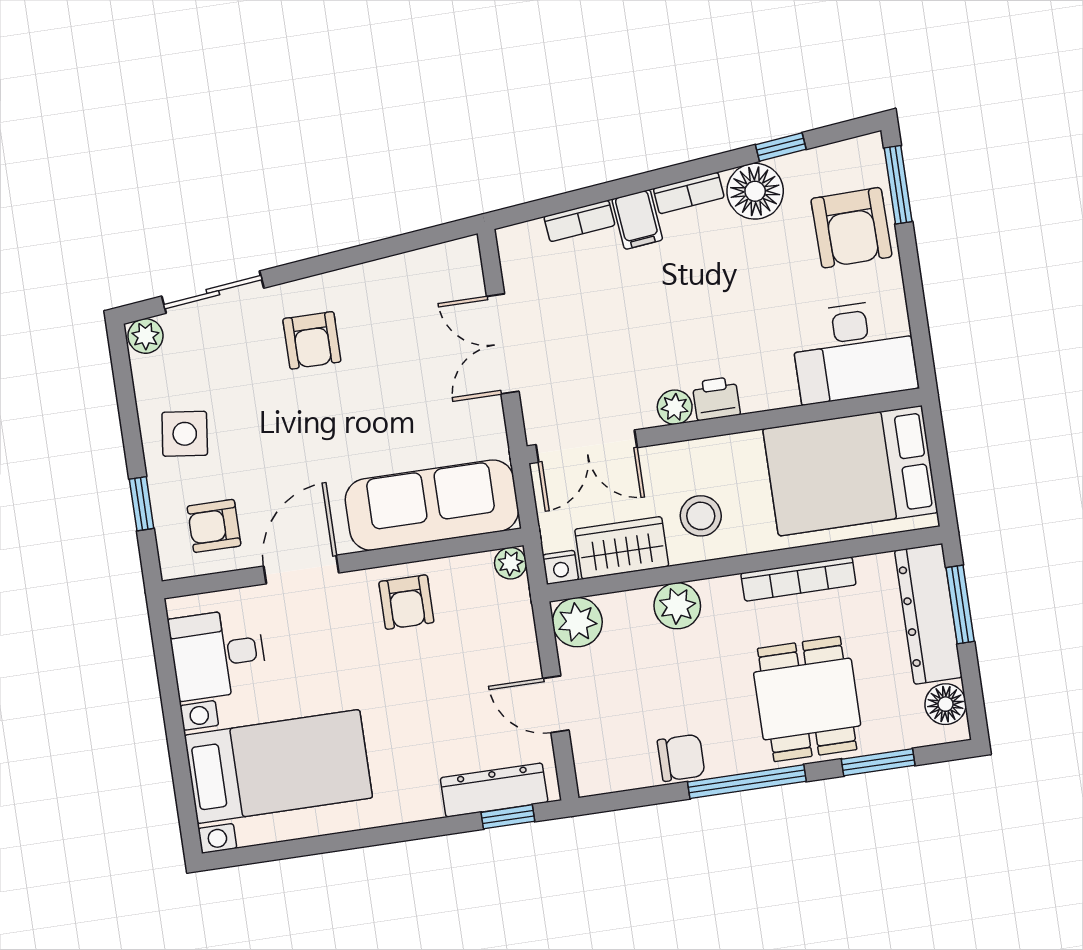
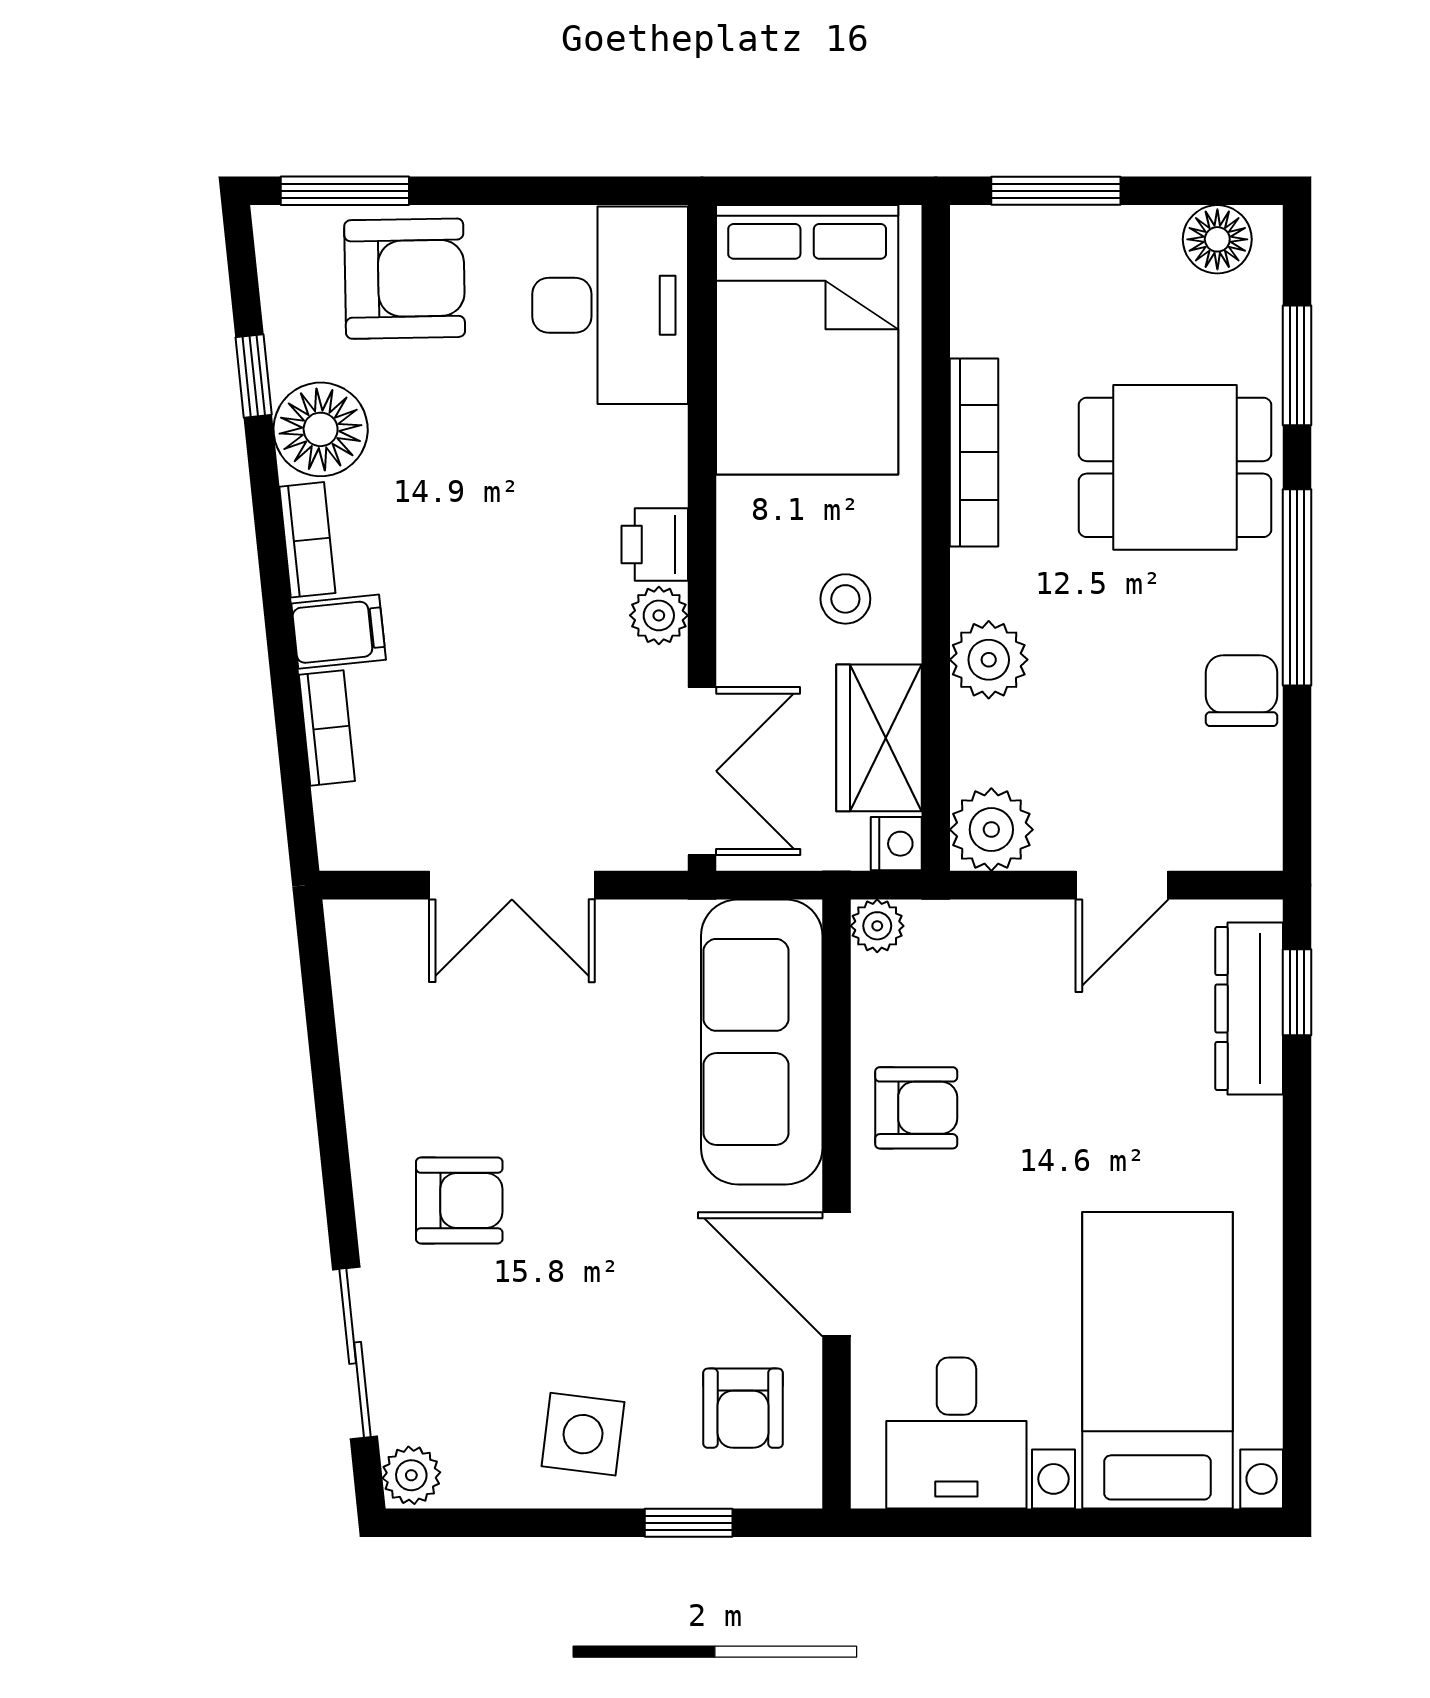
stool: (701, 516) -> (845, 599), width x0.73, depth x0.73
dresser: (928, 614) -> (1064, 246), removed

